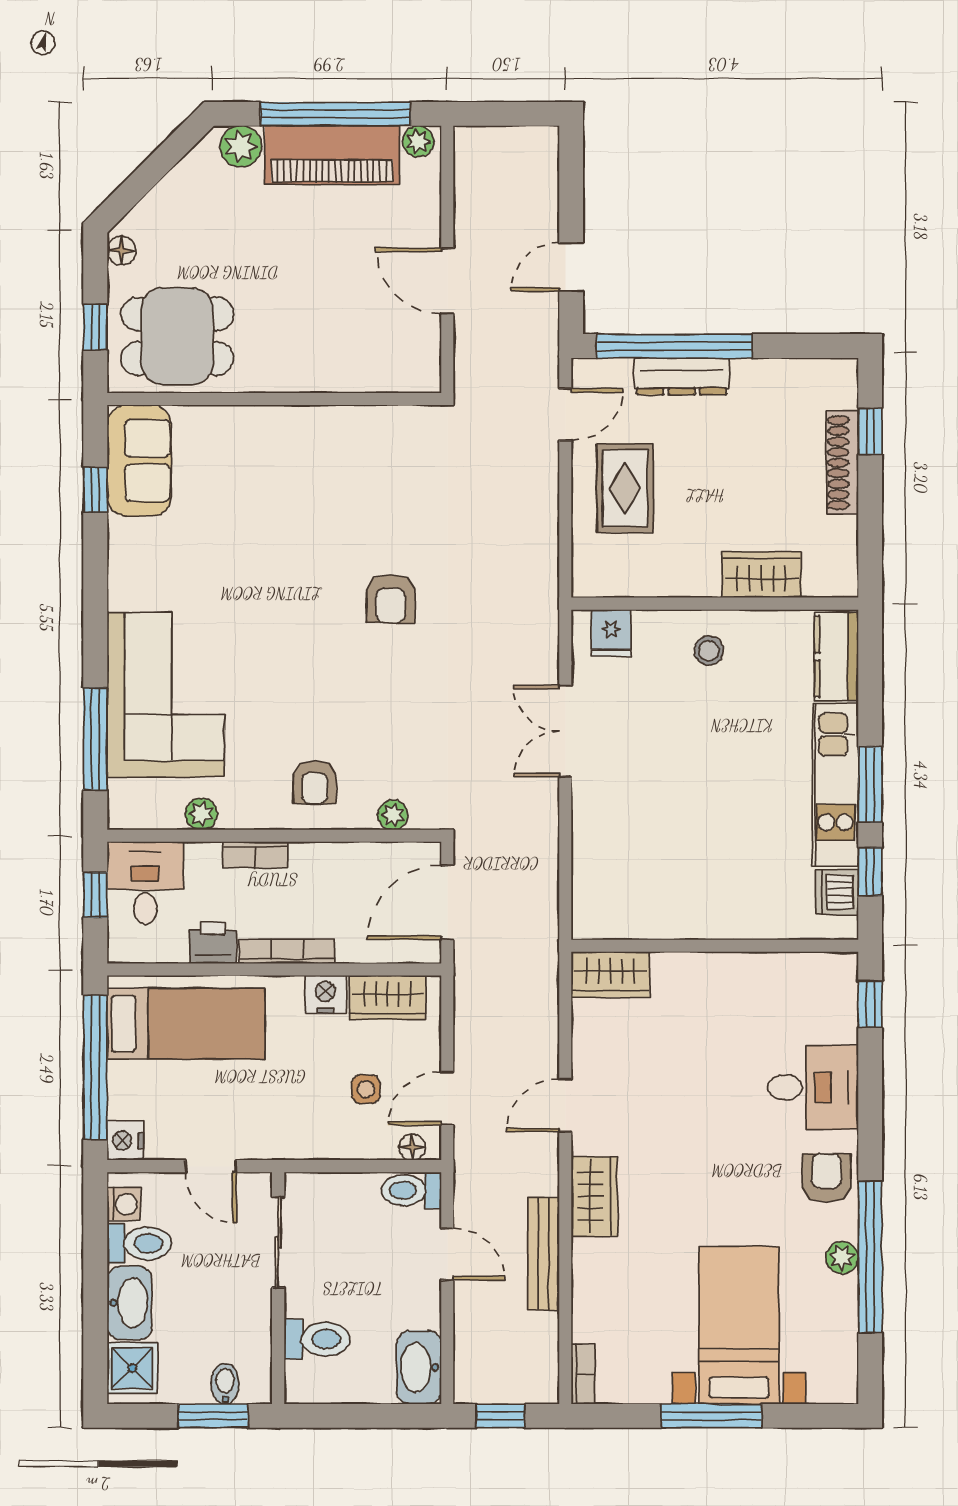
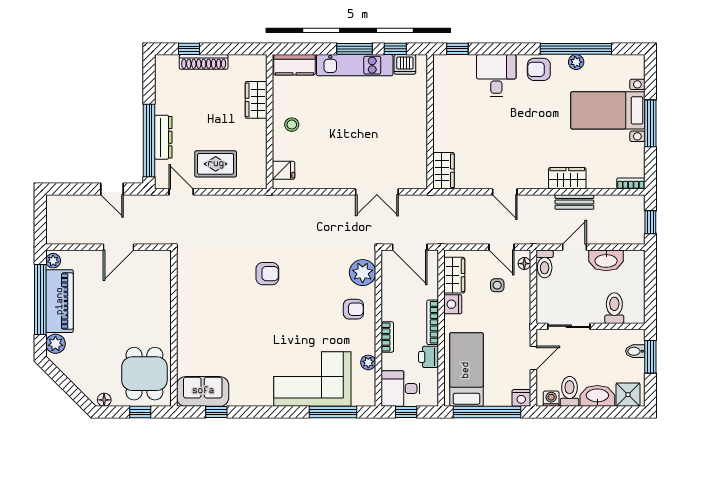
double door: (565, 731) -> (377, 192), moved
plant: (393, 815) -> (363, 273), width x1.87, depth x1.87
wardrobe: (594, 1196) -> (567, 178), moved
bench: (544, 1254) -> (574, 202), width x0.73
washbasin: (419, 1367) -> (606, 260), moved

